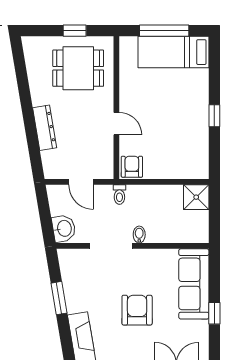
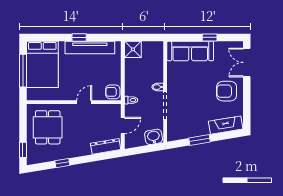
window: (75, 31) -> (23, 150), moved
bed: (174, 52) -> (42, 64), width x1.50
window: (24, 90) -> (62, 163), added
dresser: (45, 128) -> (106, 146), moved
tv unit: (199, 132) -> (90, 47), added
armchair: (137, 310) -> (227, 91), moved

